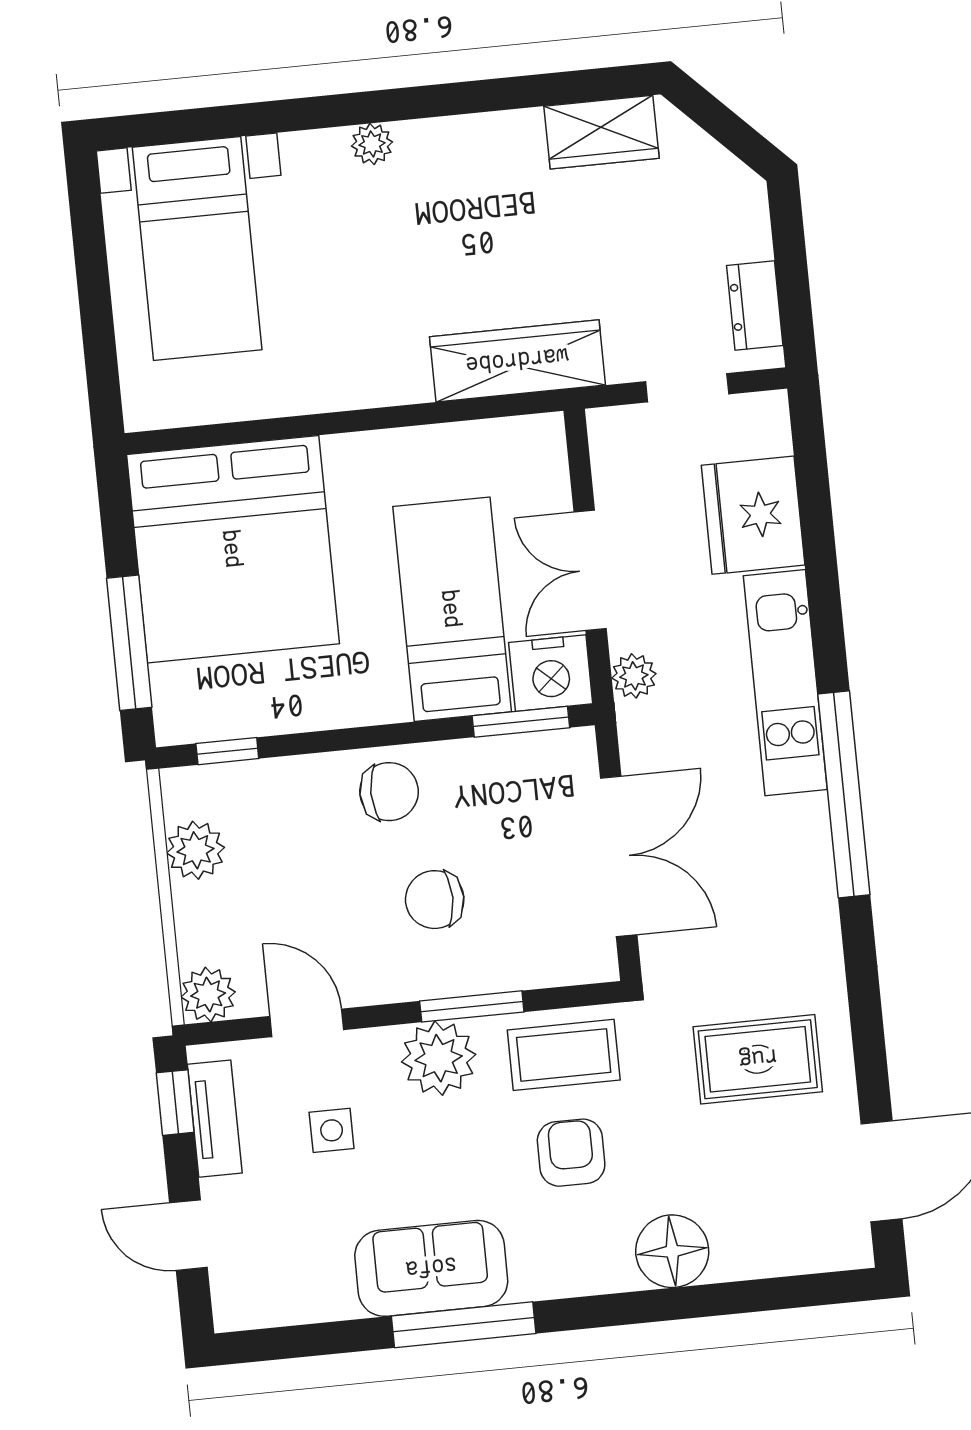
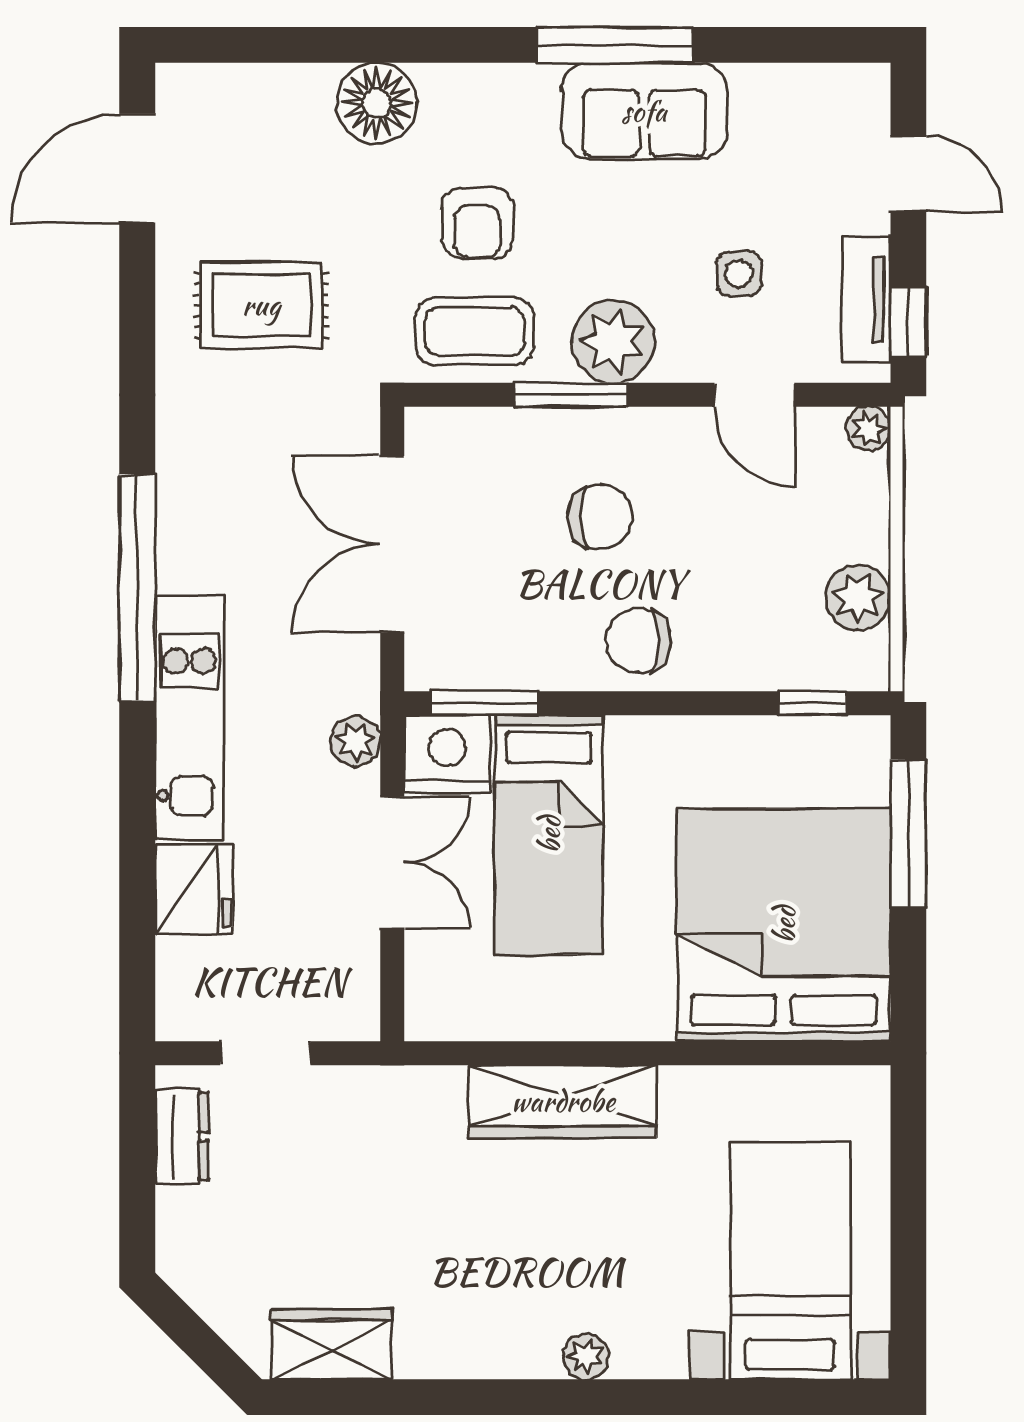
wardrobe: (517, 361) -> (563, 1101), moved
fridge: (753, 515) -> (194, 889), width x0.73, depth x0.75
plant: (208, 994) -> (868, 429), width x0.73, depth x0.73

